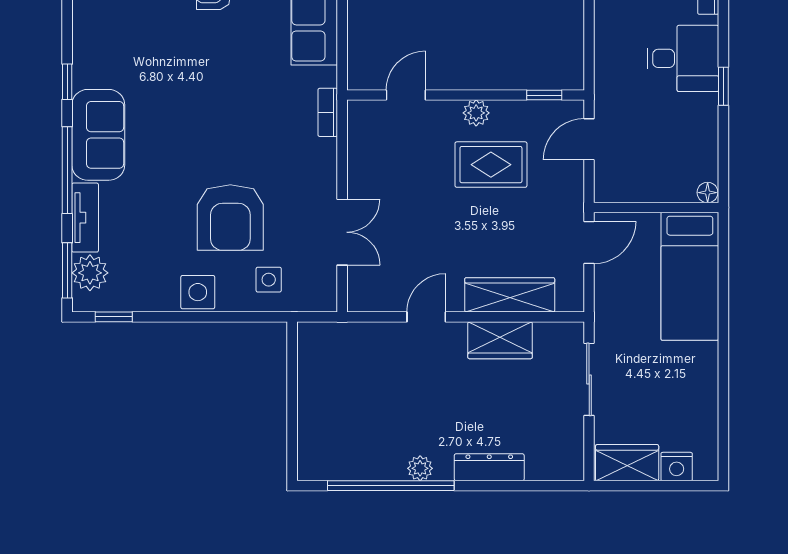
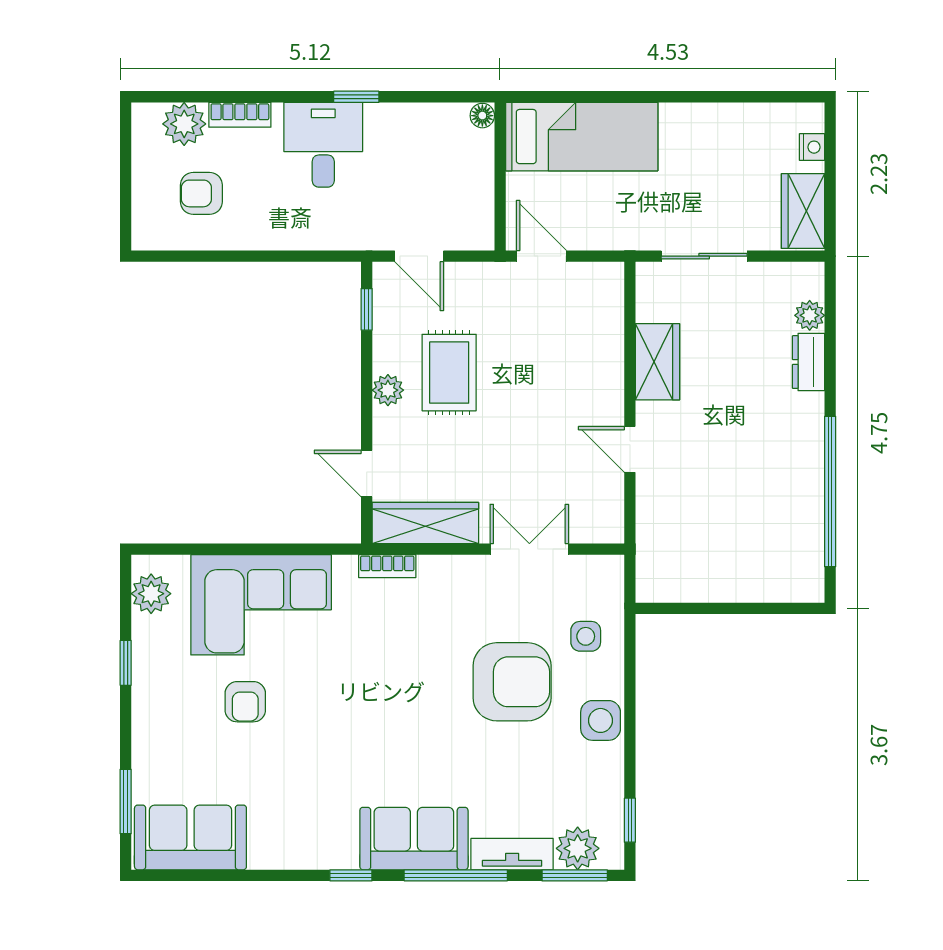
wardrobe: (510, 295) -> (425, 523), moved, turned 90
dresser: (489, 467) -> (808, 362), width x0.70
nightstand: (677, 467) -> (812, 147), width x0.72, depth x0.74
plant: (420, 468) -> (810, 315), moved

